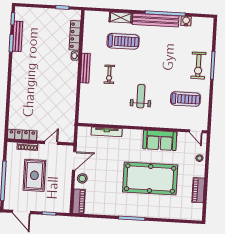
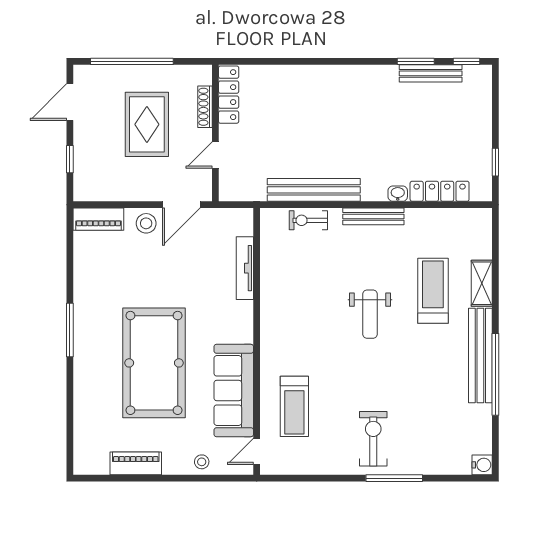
water cooler: (186, 21) -> (482, 465), moved
treadmill: (123, 41) -> (433, 291), turned 180
exercise bike: (198, 66) -> (373, 439), moved, turned 90
exercise bike: (109, 74) -> (308, 220), moved
bench: (71, 96) -> (314, 190), added
weight bench: (141, 96) -> (370, 314), moved, turned 90
treadmill: (185, 99) -> (294, 406), moved
sofa: (160, 140) -> (234, 391), width x1.36
door: (51, 143) -> (215, 155), swing flipped
door: (74, 161) -> (181, 205), hinge flipped
rug: (34, 175) -> (147, 124), turned 90

